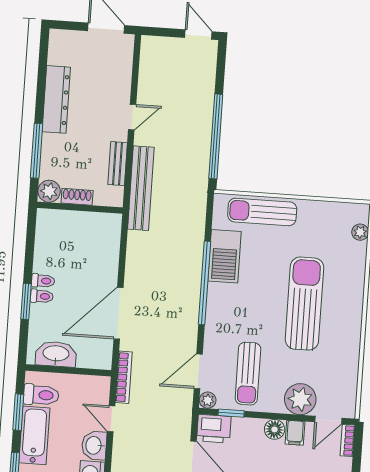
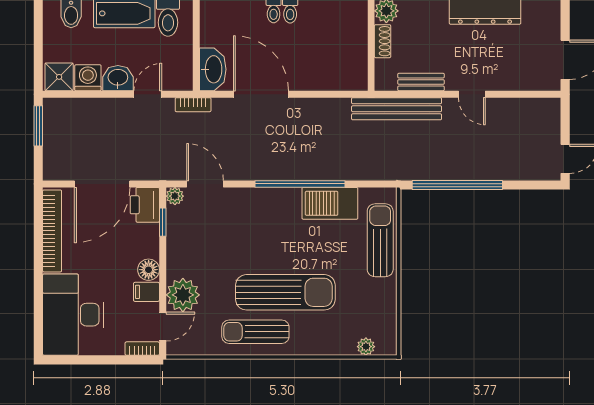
washbasin: (56, 354) -> (213, 69), moved
sun lounger: (248, 374) -> (255, 332), moved
bookcase: (124, 377) -> (193, 105), width x0.64
door: (328, 420) -> (163, 327), swing flipped

